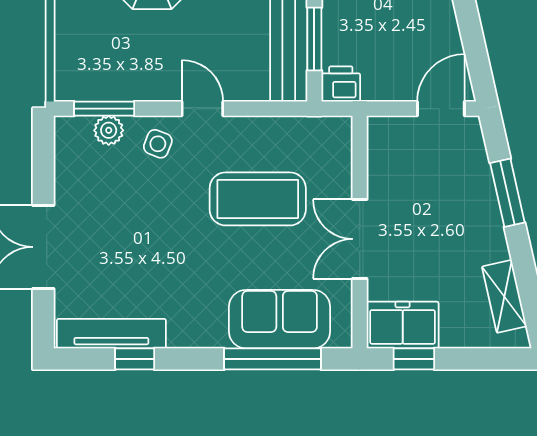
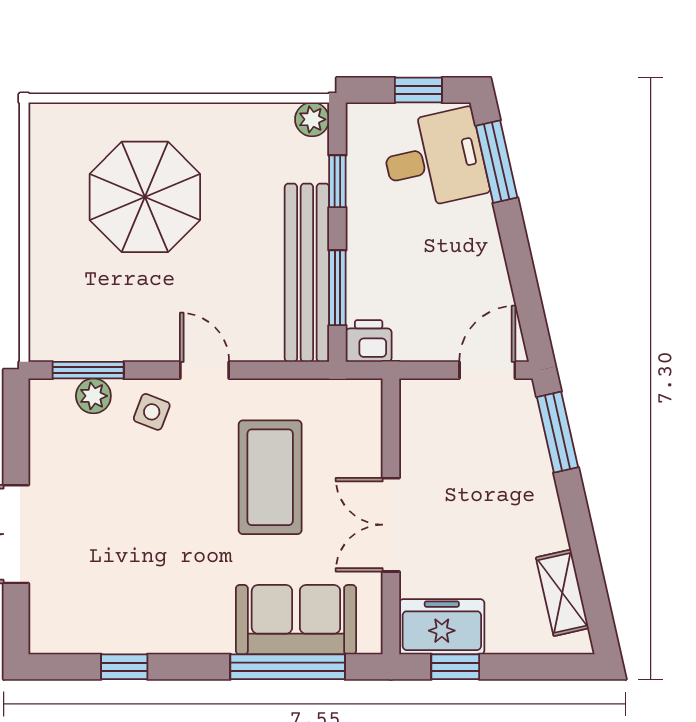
window: (507, 193) -> (558, 432), moved
coffee table: (258, 199) -> (270, 477), turned 90
tv unit: (111, 334) -> (97, 637), removed

